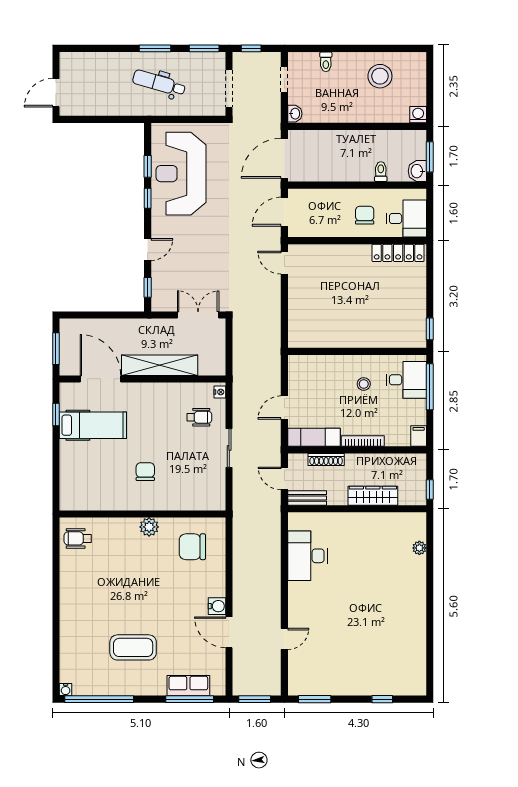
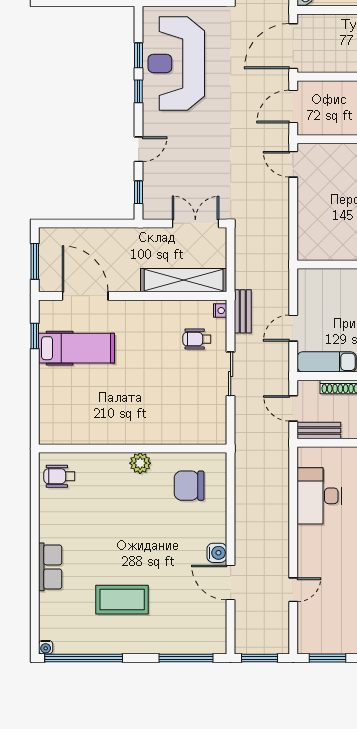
shelving: (160, 365) -> (184, 280), moved
bench: (240, 393) -> (243, 311), added
wheelchair: (199, 417) -> (197, 339), turned 180
chair: (145, 472) -> (136, 401), removed
row of seats: (188, 686) -> (50, 567), moved, turned 90

